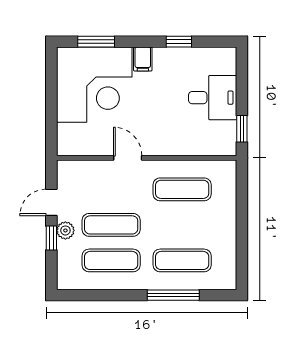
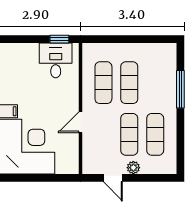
desk: (213, 98) -> (56, 60), moved
window: (51, 238) -> (139, 178), removed
exercise mat: (182, 260) -> (129, 83), moved

